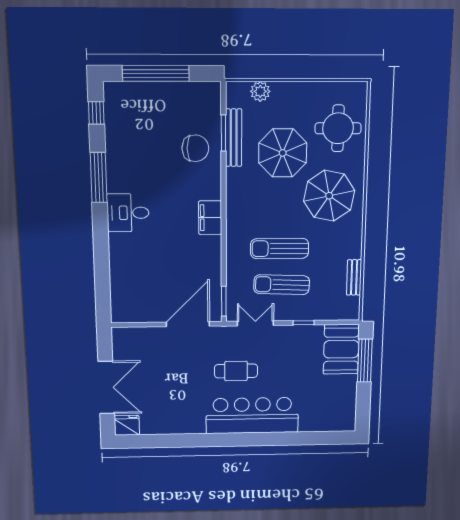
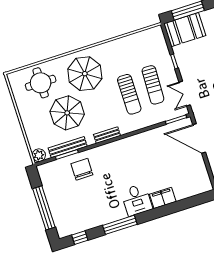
plant: (260, 91) -> (39, 155), moved
filing cabinet: (210, 218) -> (163, 198), moved, turned 180
bench: (354, 277) -> (107, 135), moved

